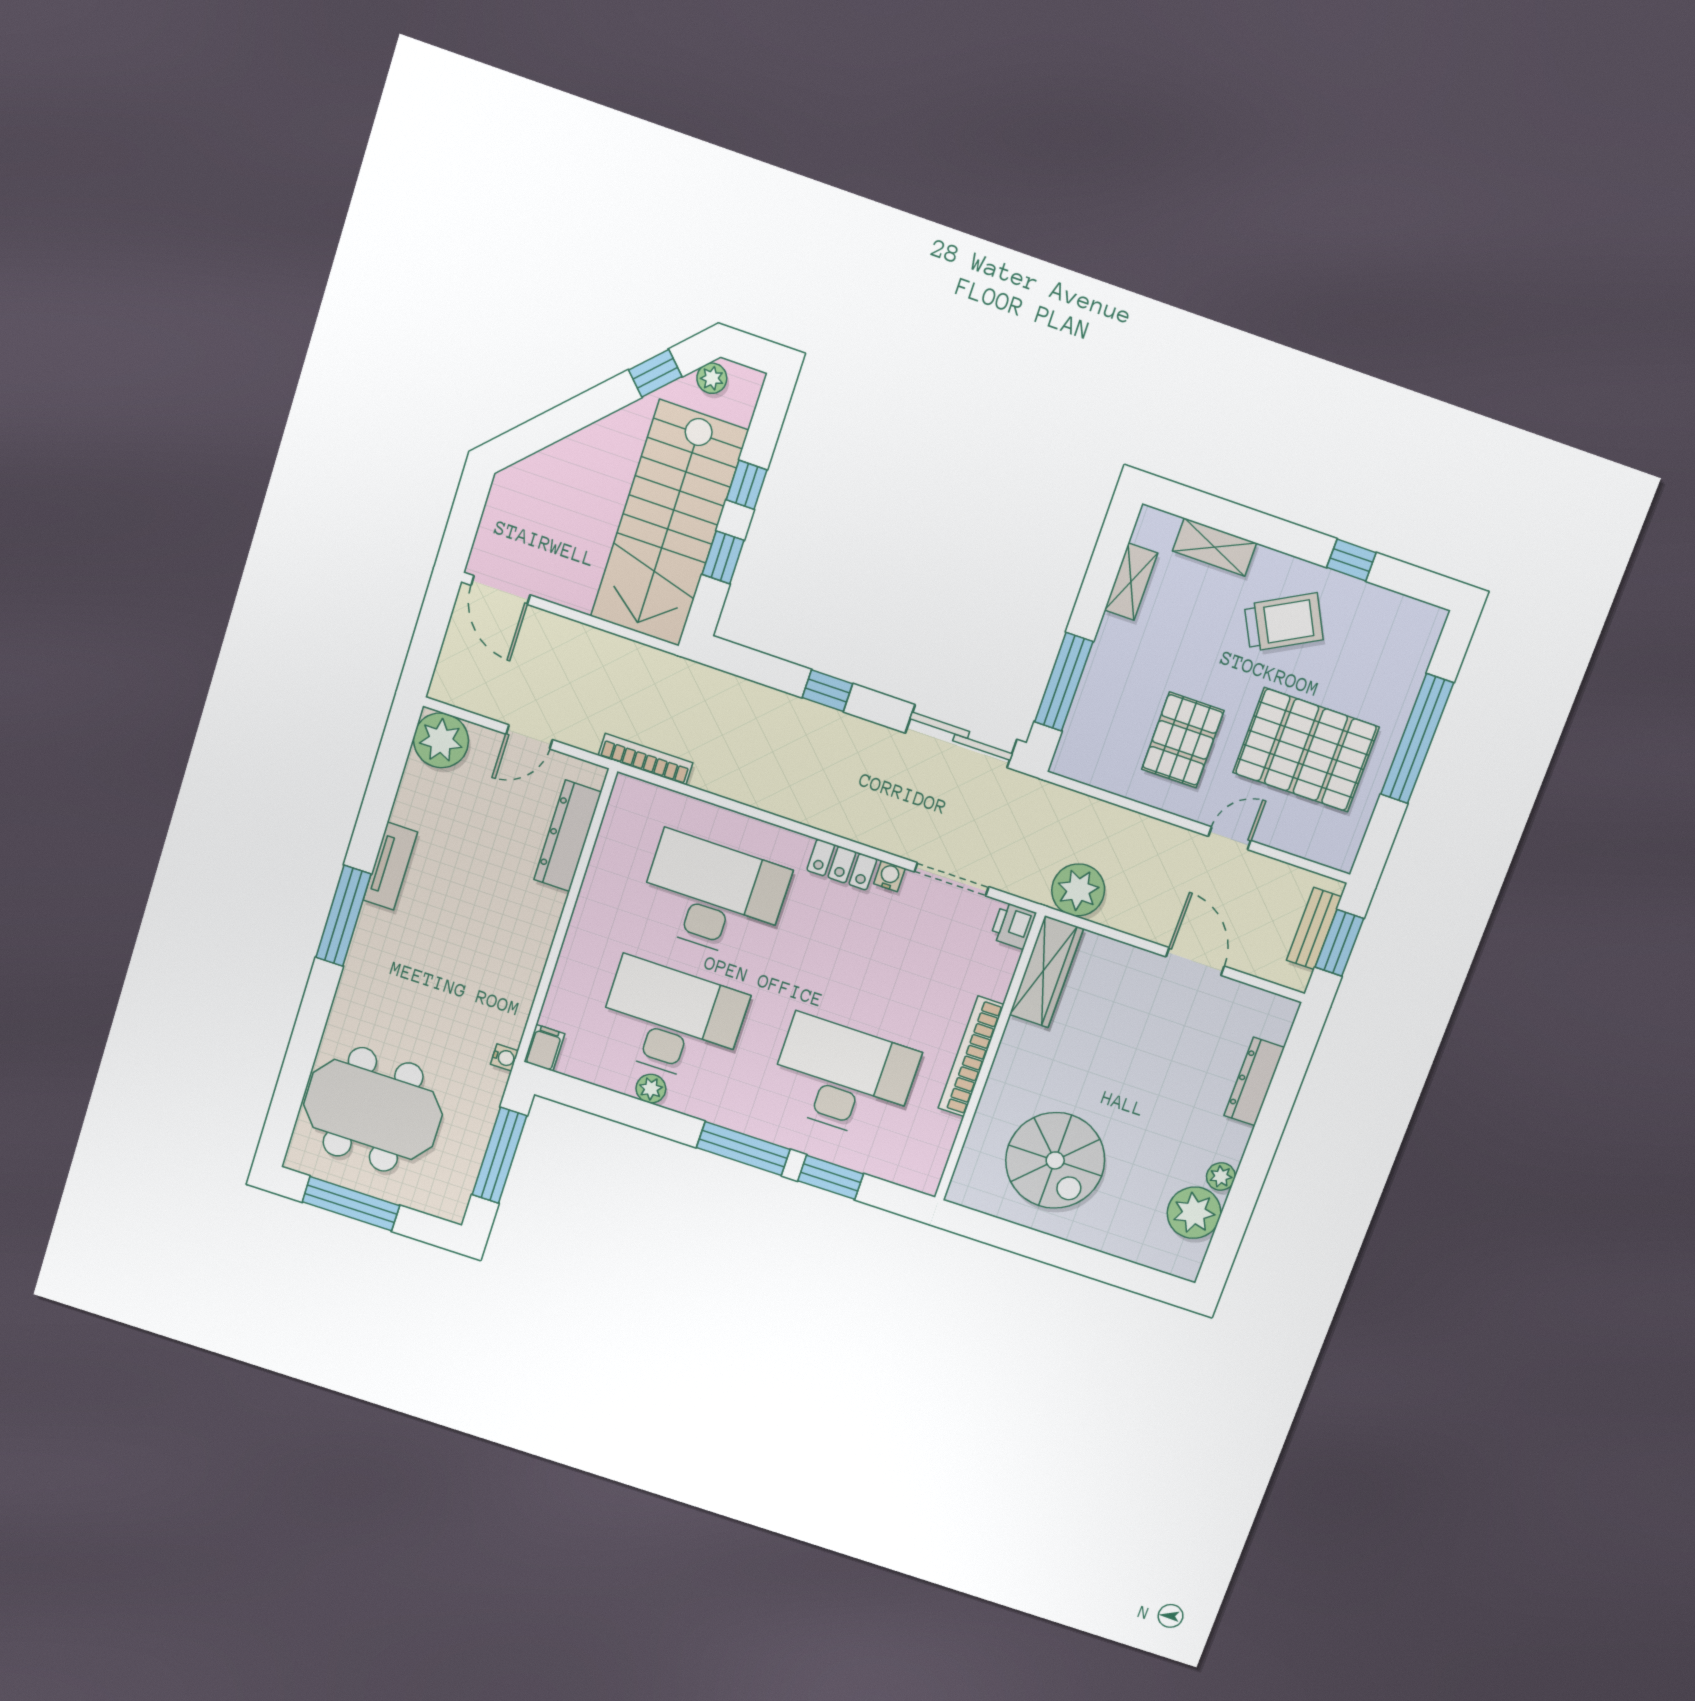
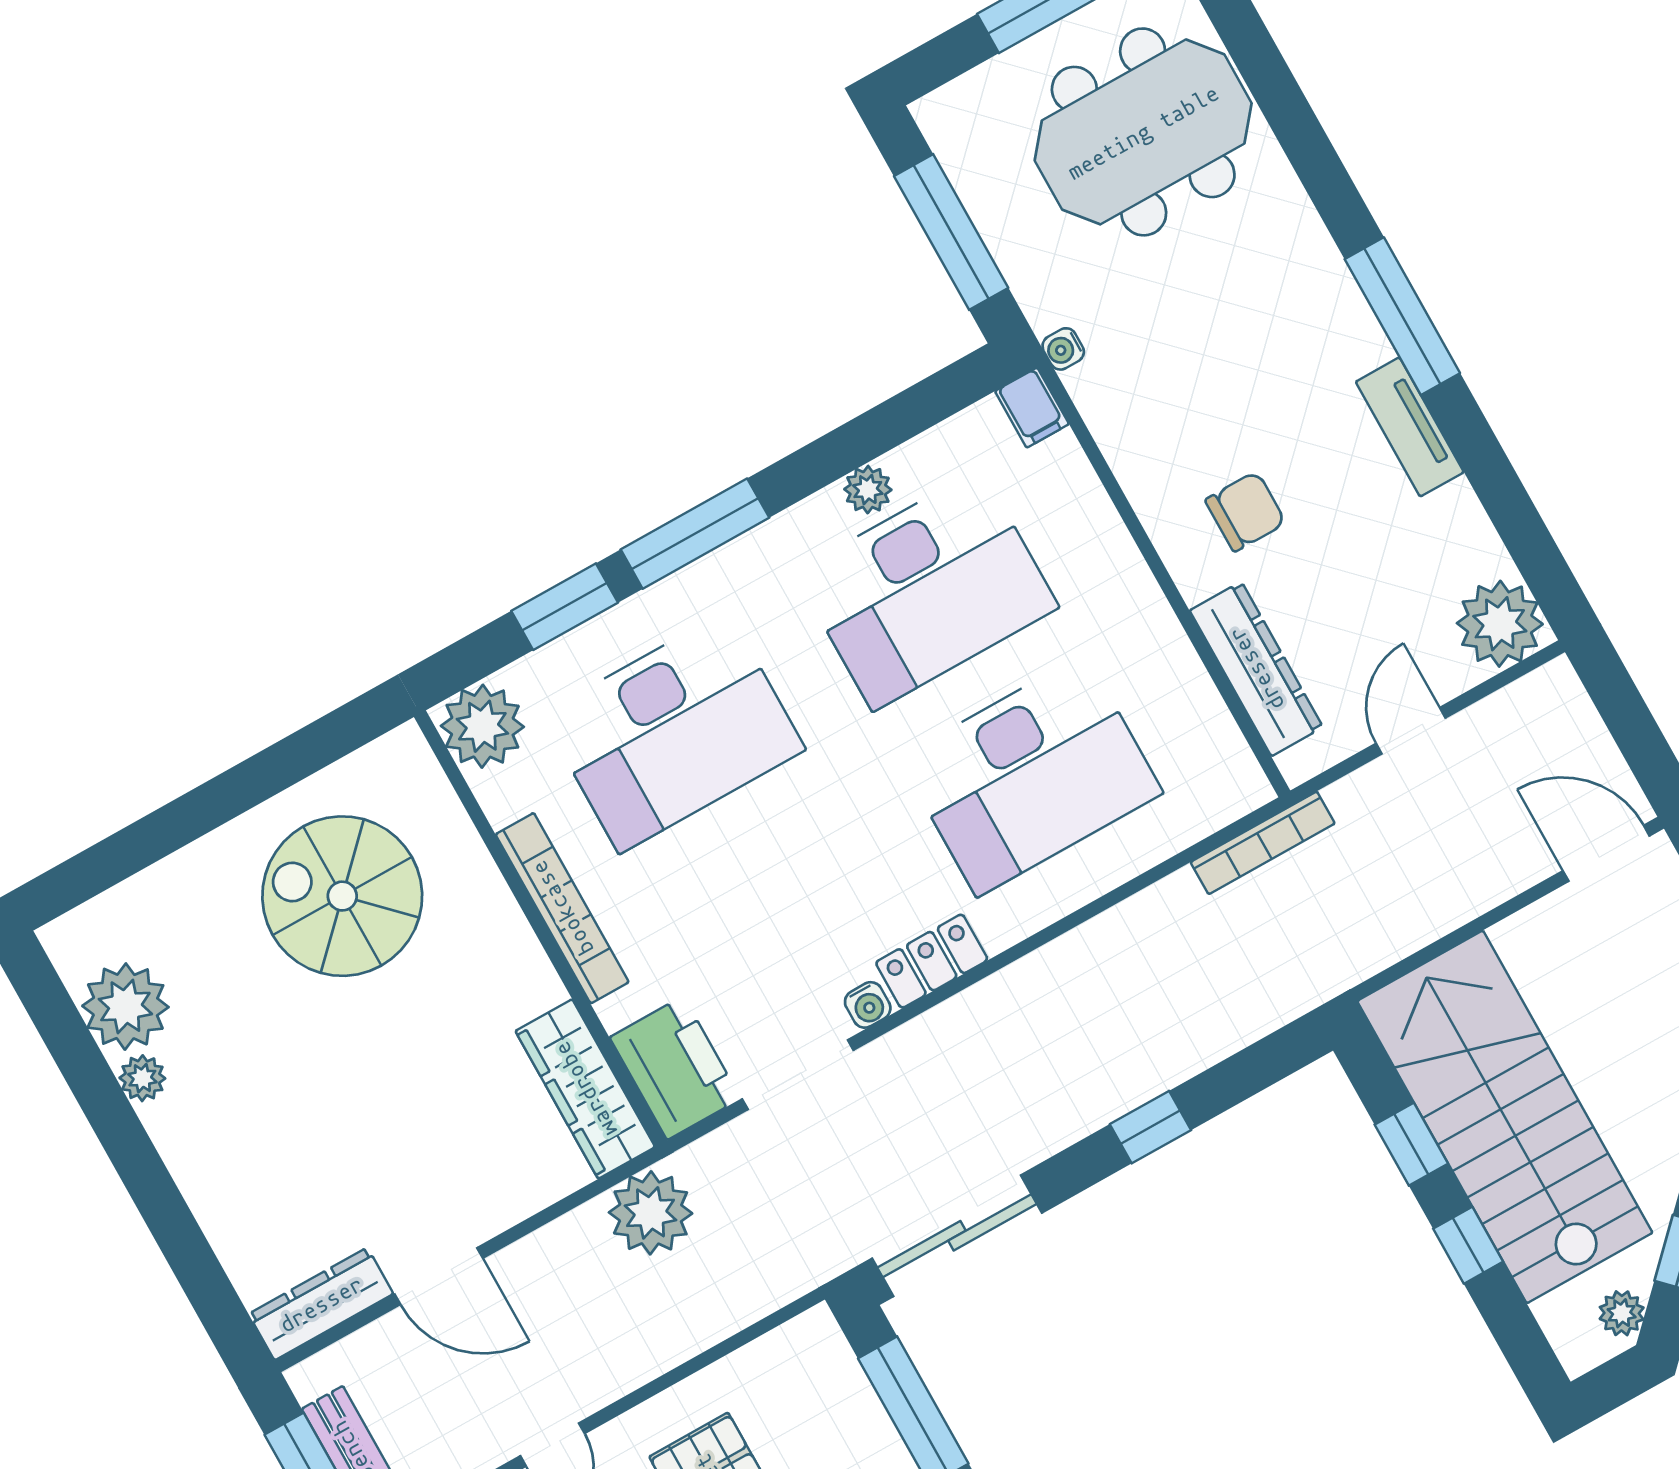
chair: (500, 907) -> (1245, 511), added
printer: (1013, 925) -> (675, 1068), width x1.87, depth x1.48
dresser: (1254, 1081) -> (321, 1304), moved, turned -90
plant: (919, 1166) -> (482, 726), added

